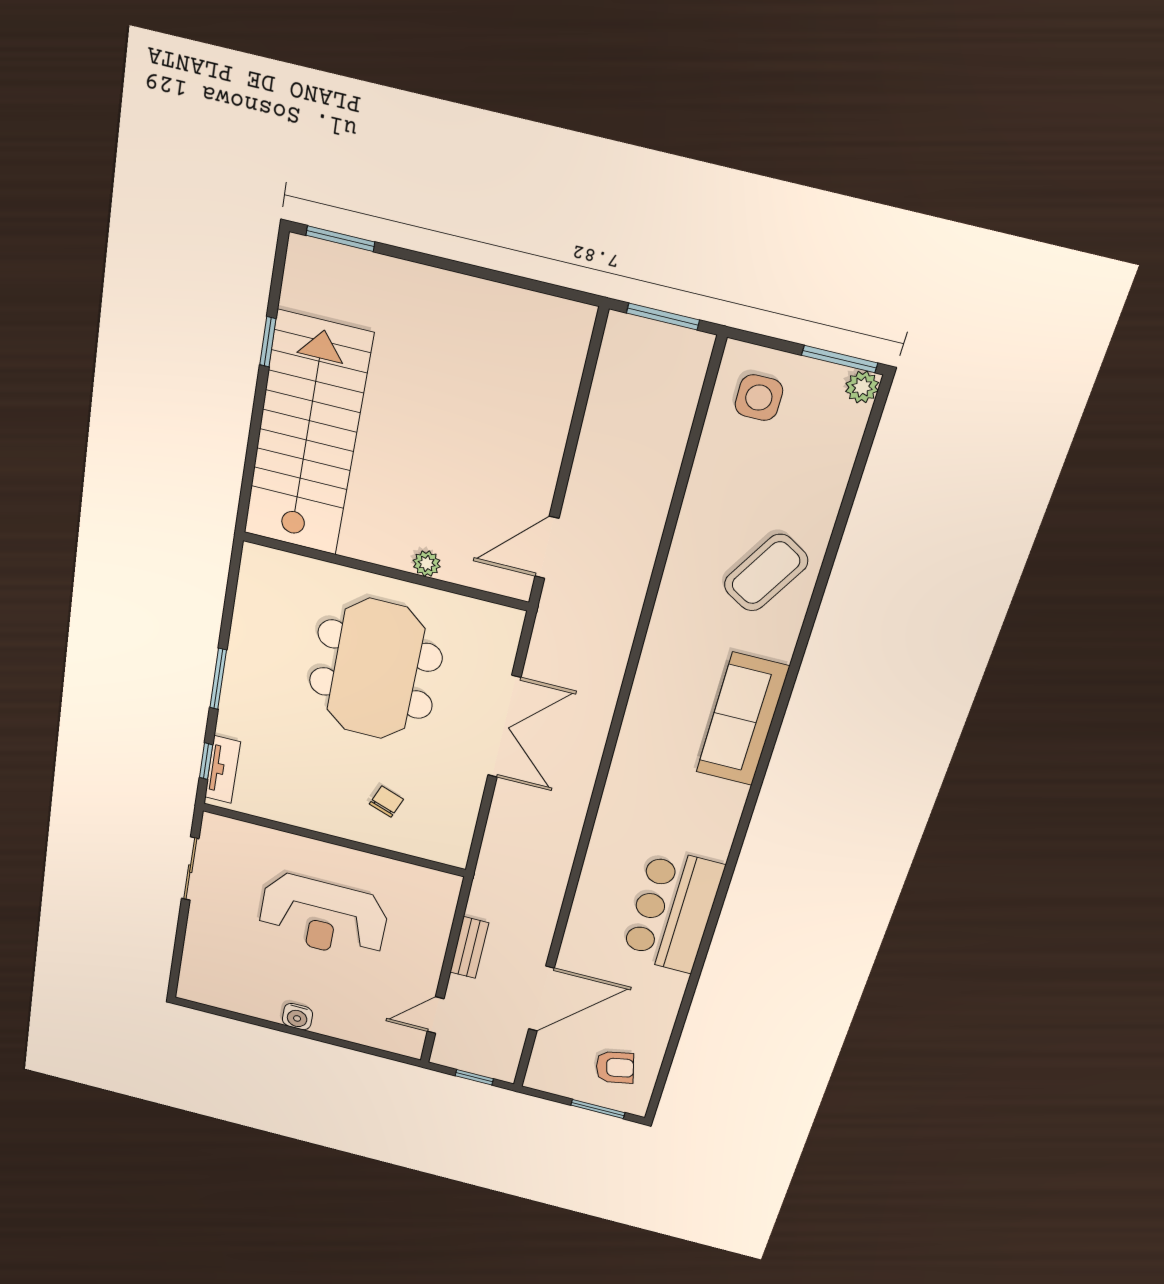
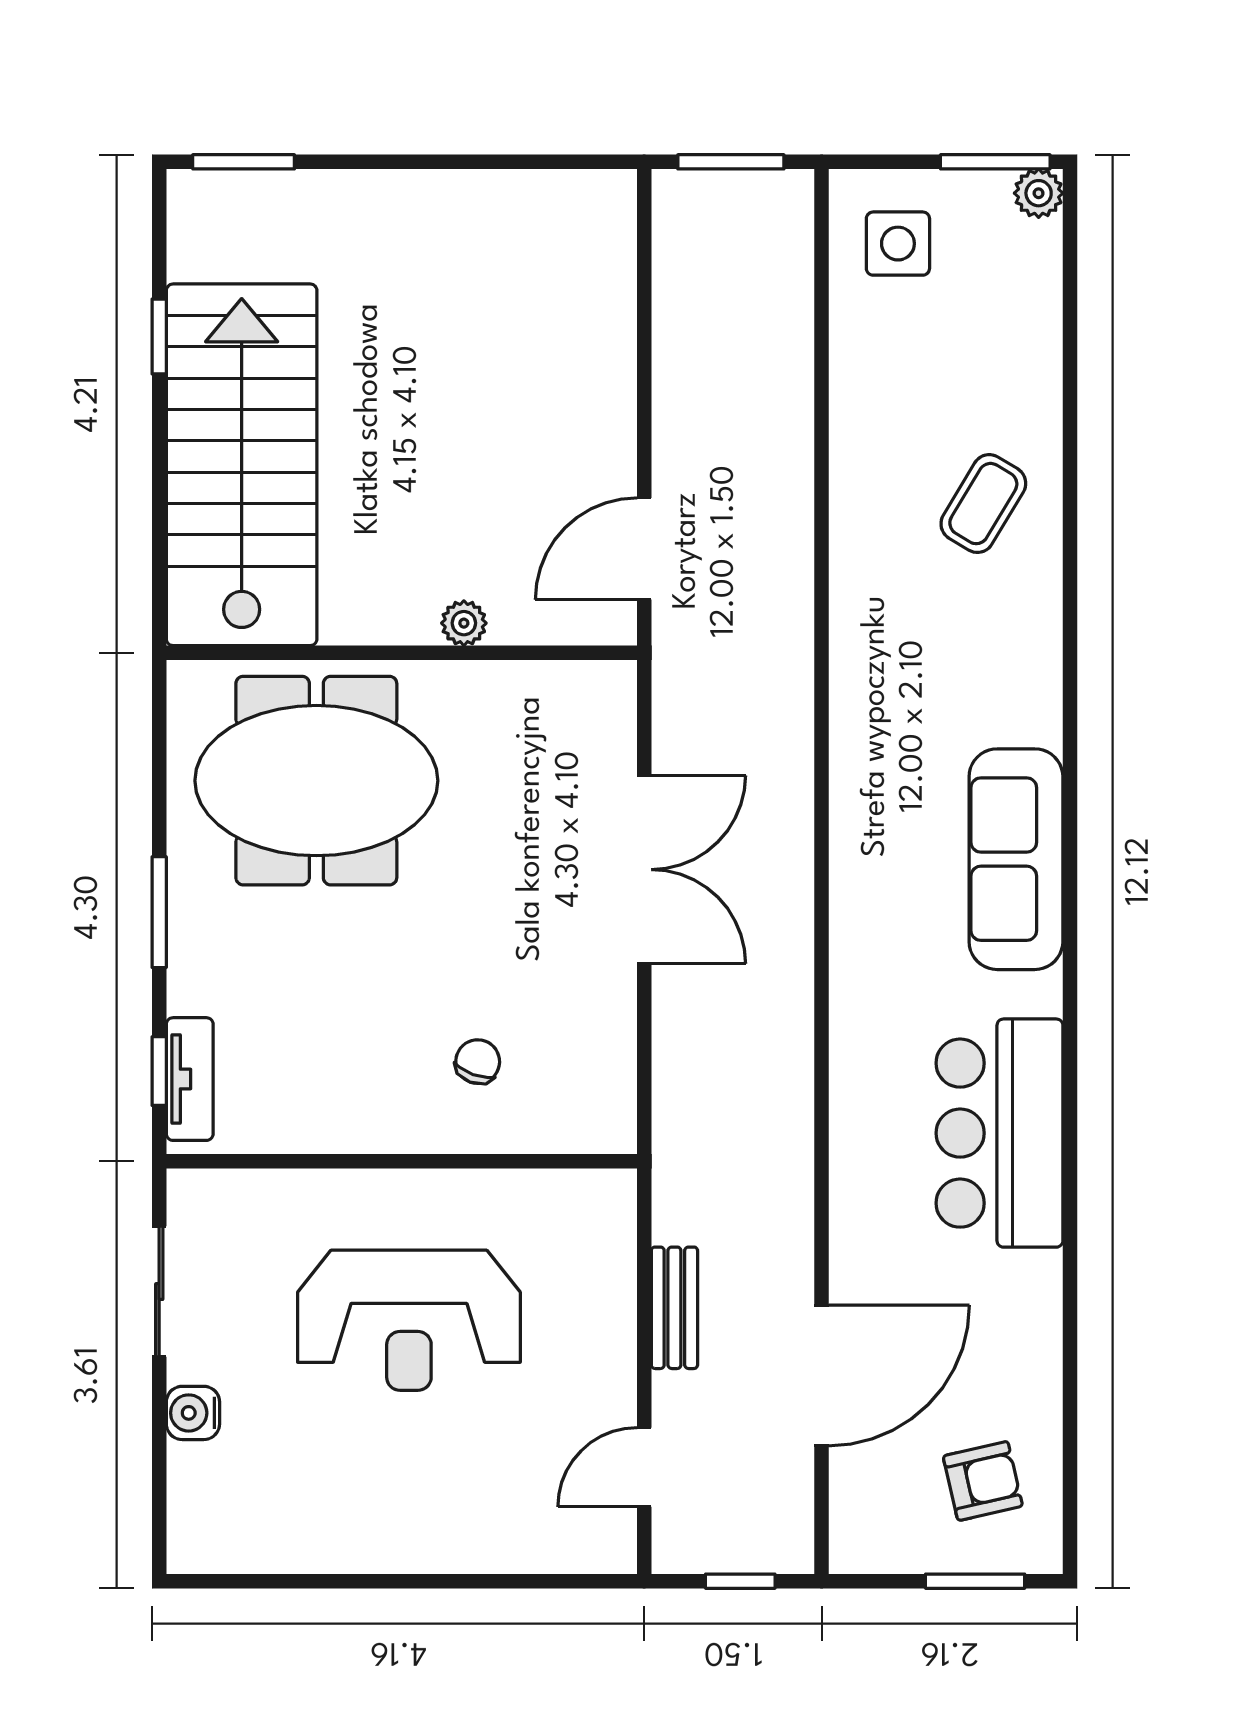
coffee table: (766, 573) -> (983, 504), width x0.73, depth x0.77
meeting table: (375, 669) -> (316, 781), moved, turned 90
sofa: (742, 720) -> (1016, 859), moved
water cooler: (297, 1017) -> (193, 1413), moved, turned 90

